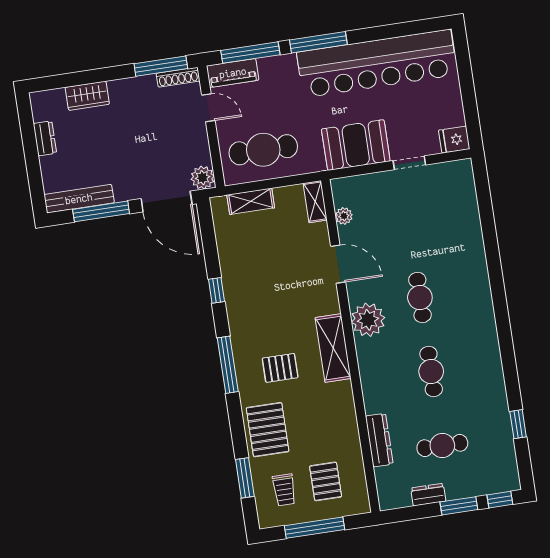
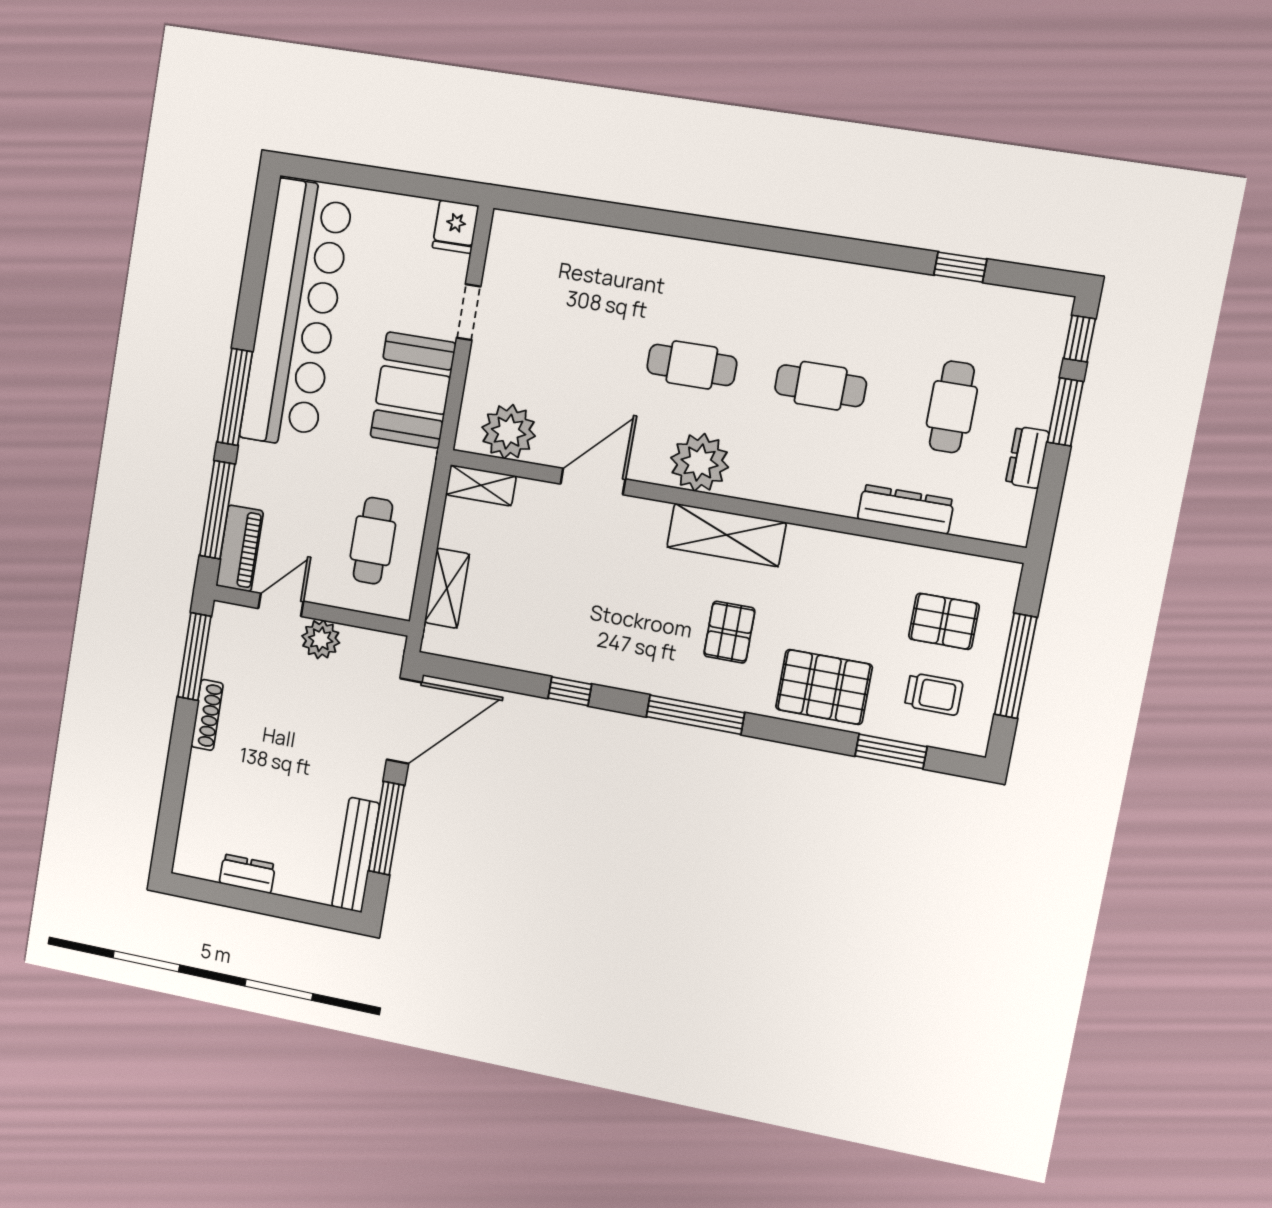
shoe rack: (178, 77) -> (207, 715), moved
wardrobe: (87, 96) -> (204, 786), removed
cafe table: (263, 150) -> (373, 541), width x0.73, depth x0.74
plant: (203, 178) -> (321, 639), moved
plant: (344, 216) -> (509, 432), width x1.87, depth x1.87

